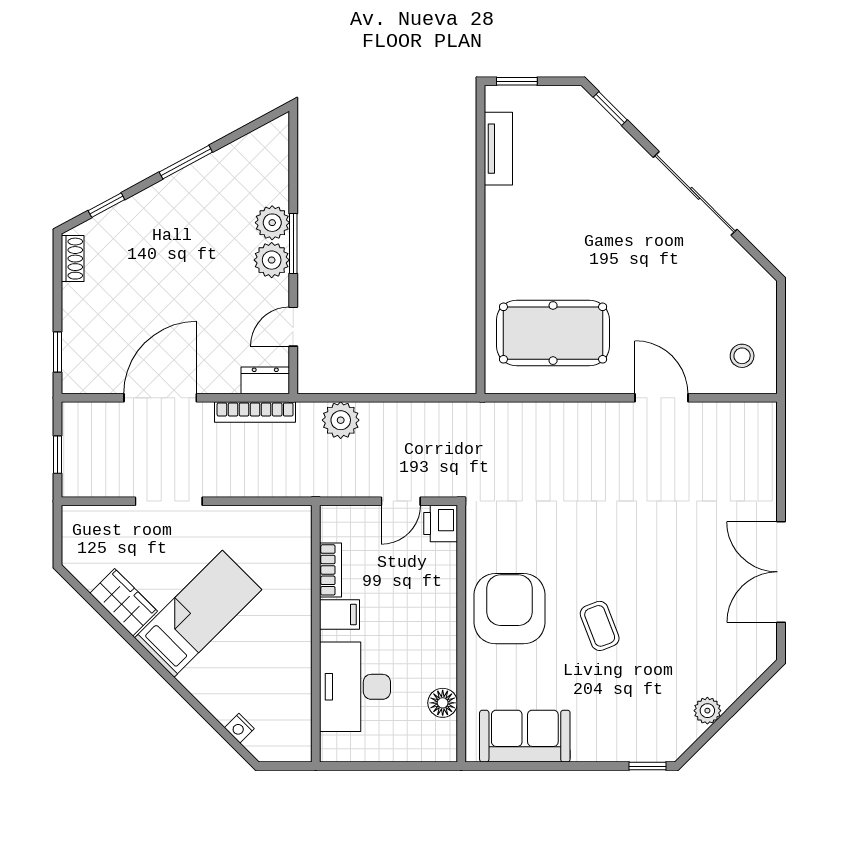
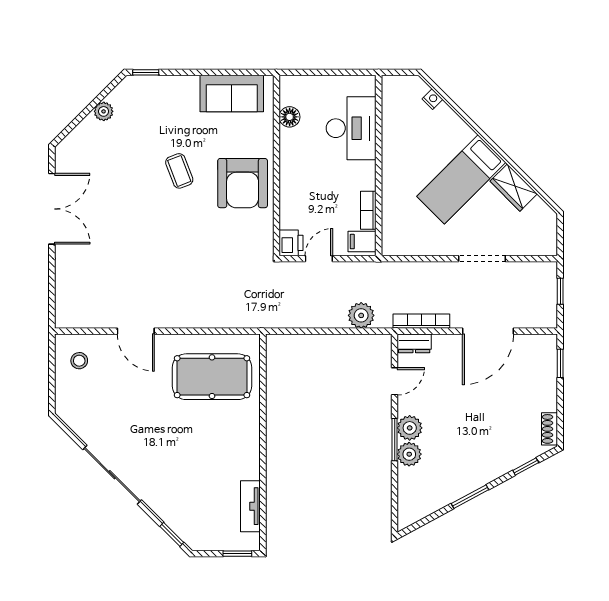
filing cabinet: (340, 614) -> (362, 242), moved

